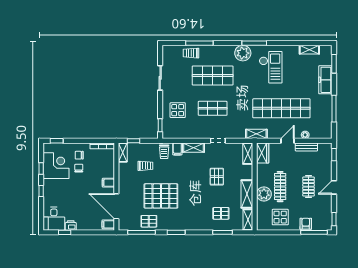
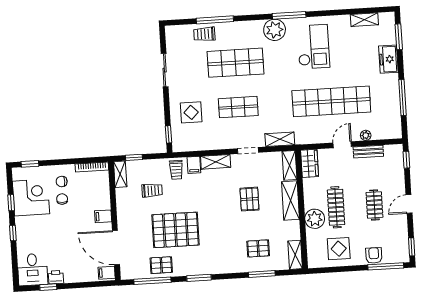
freezer: (325, 80) -> (388, 59), width x0.71
shelving: (256, 134) -> (280, 139), moved
shelving: (247, 194) -> (290, 200), moved

